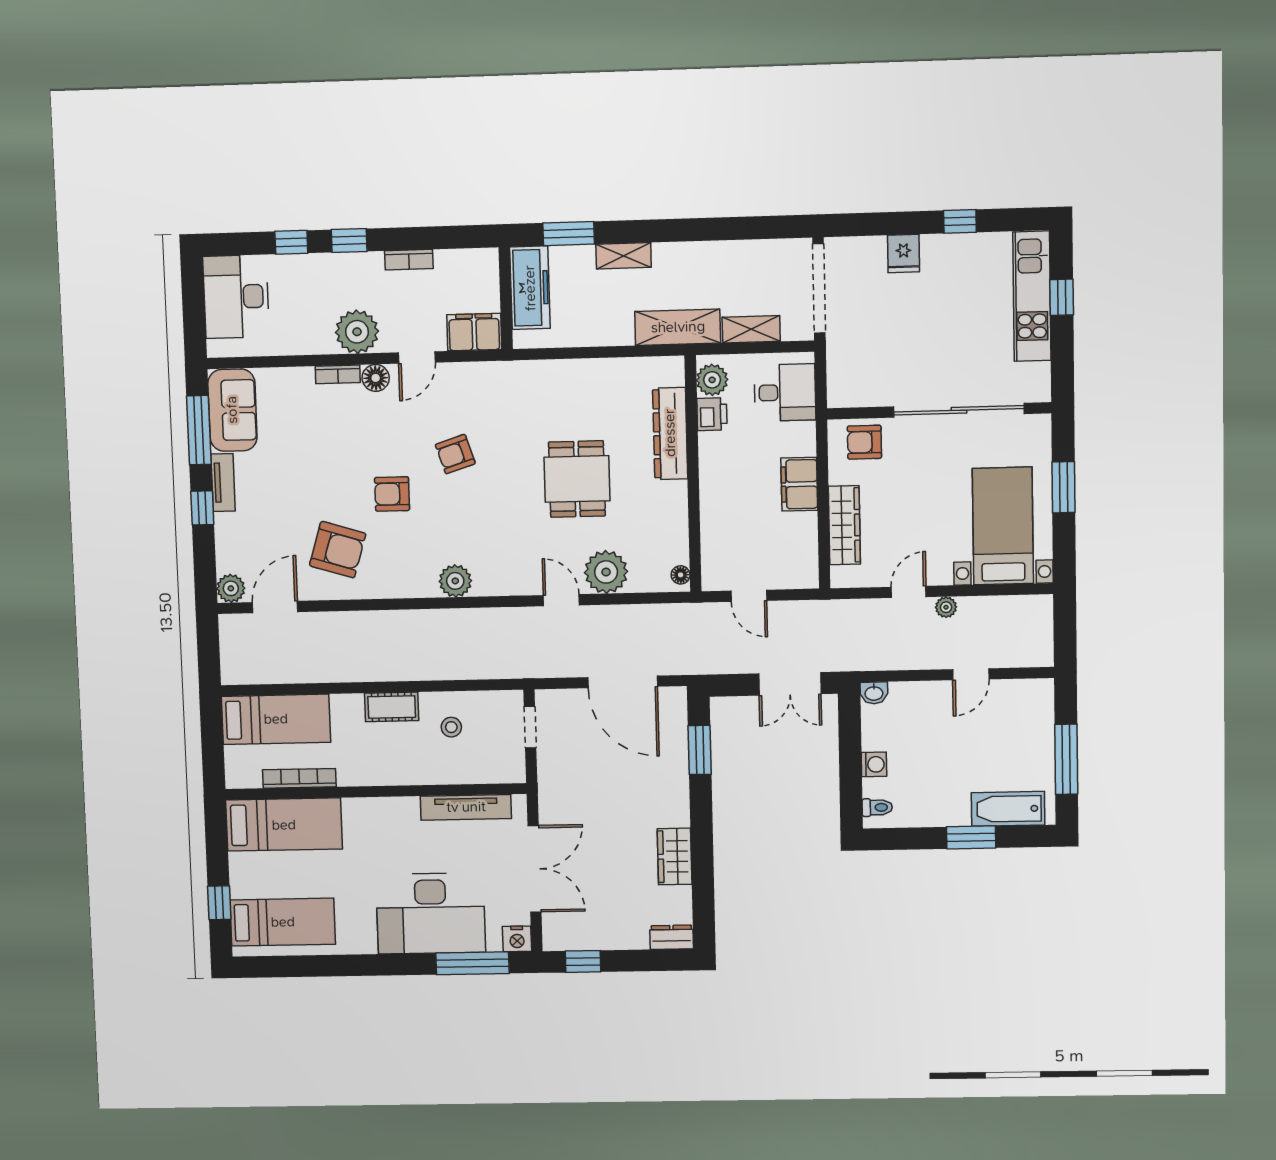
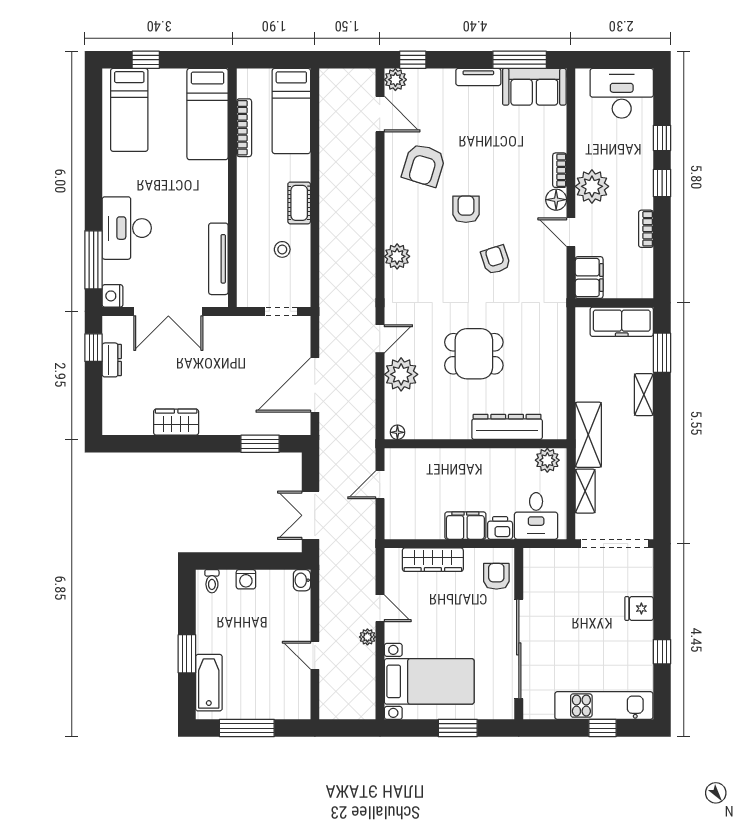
printer: (712, 414) -> (500, 528), moved, turned 180
window: (202, 508) -> (413, 60), moved
desk: (431, 913) -> (127, 228), width x0.73, depth x0.77
dresser: (672, 937) -> (112, 360), moved

